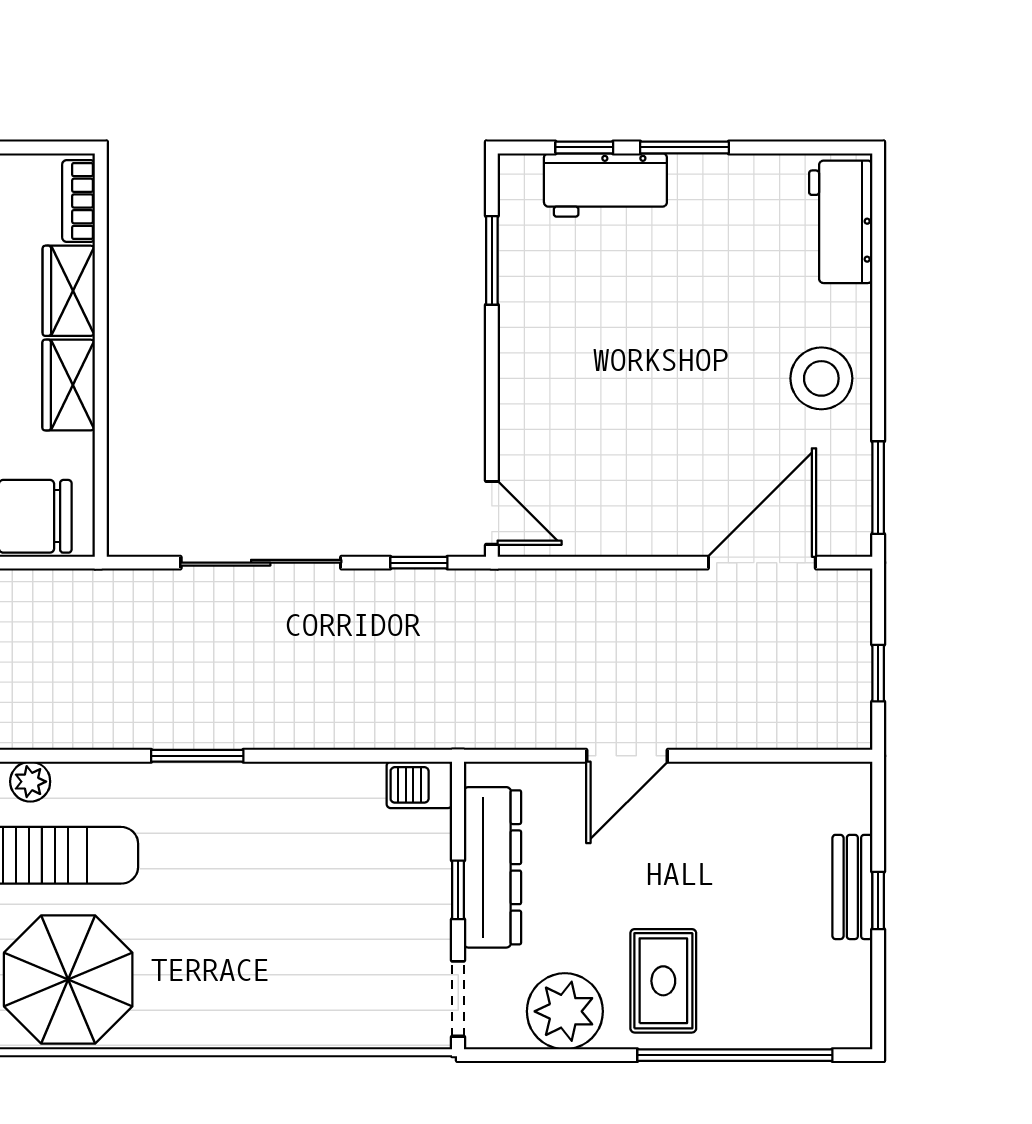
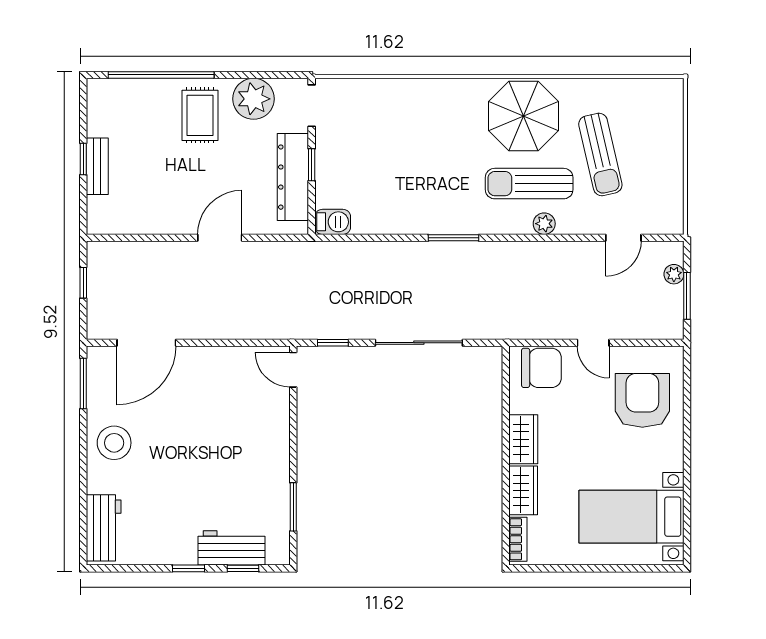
window: (684, 147) -> (189, 568), width x0.67

